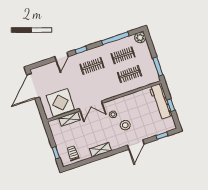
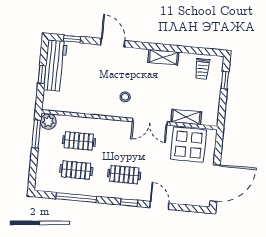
plant: (140, 38) -> (48, 121), moved
door: (61, 57) -> (159, 205), hinge flipped
workbench: (161, 101) -> (55, 66), moved
double door: (91, 106) -> (150, 122), swing flipped
stool: (125, 125) -> (115, 75), removed
door: (136, 145) -> (113, 43), hinge flipped

